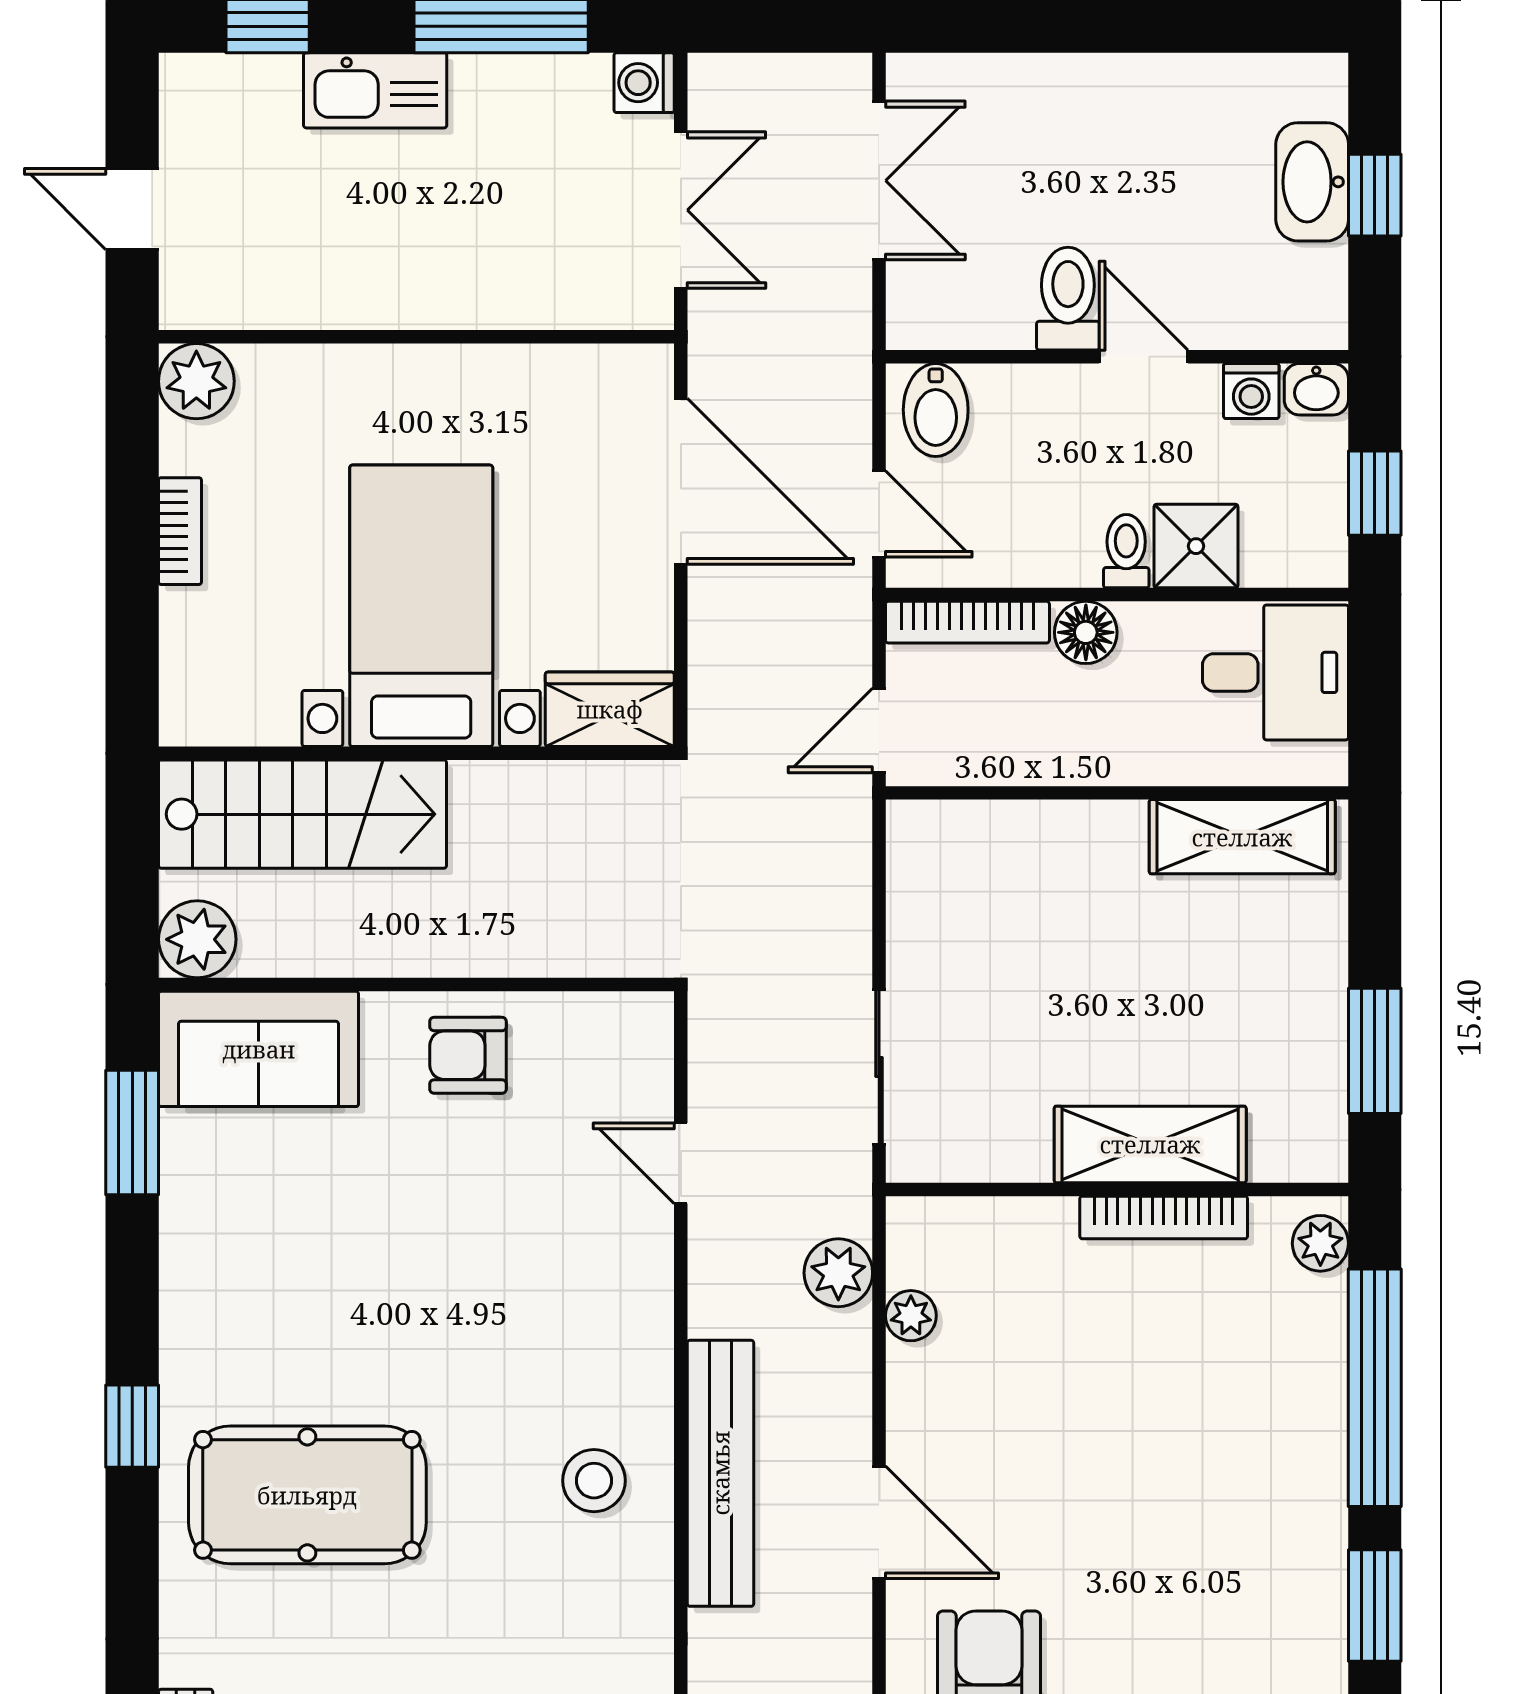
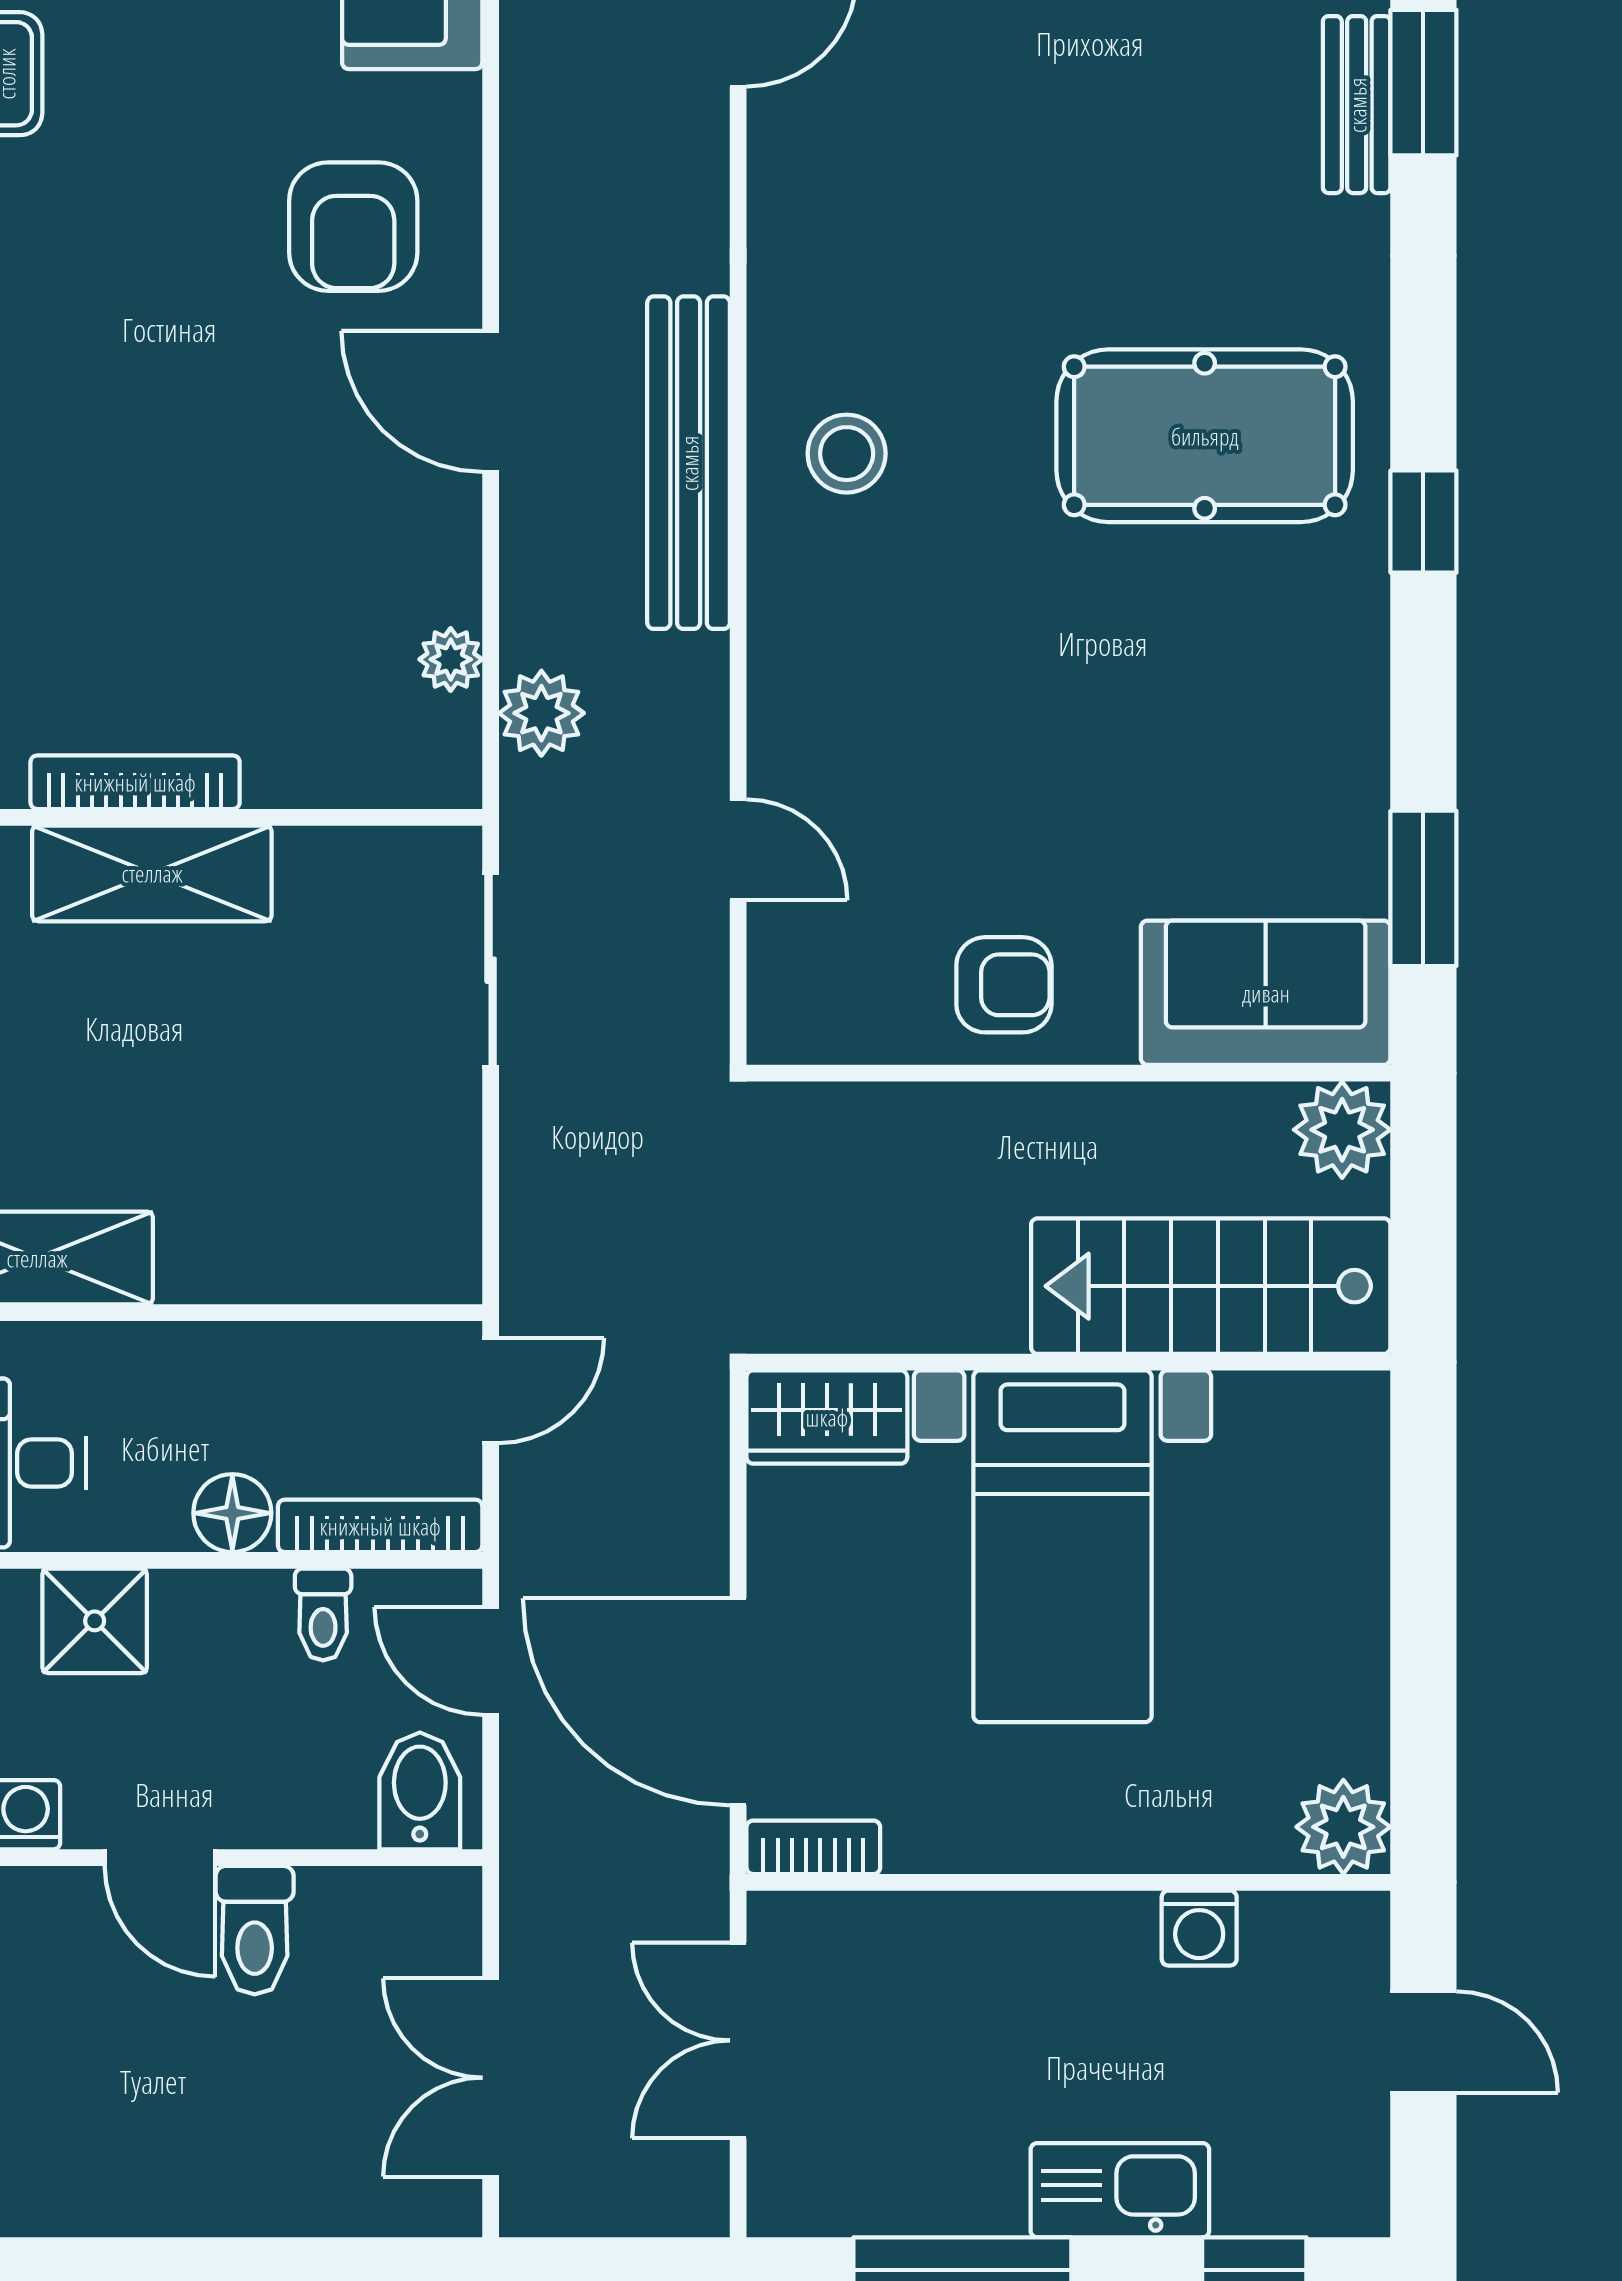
washing machine: (644, 83) -> (1199, 1928), moved, turned 90
bookcase: (180, 531) -> (813, 1847), moved, turned 90
toilet: (1126, 551) -> (323, 1615), moved

